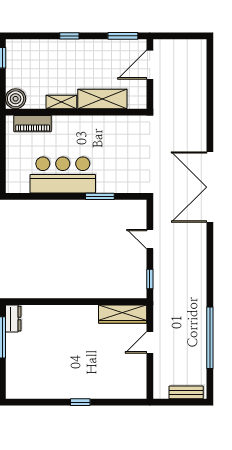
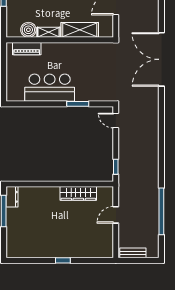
boiler: (16, 99) -> (28, 30), moved
double door: (210, 187) -> (161, 59), moved
door: (150, 239) -> (116, 121), moved
wardrobe: (123, 314) -> (78, 193), moved
bench: (186, 392) -> (133, 253), moved

